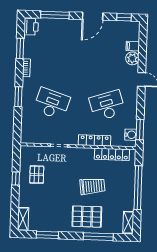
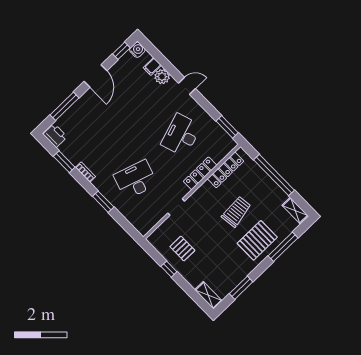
water cooler: (131, 135) -> (137, 50), moved

